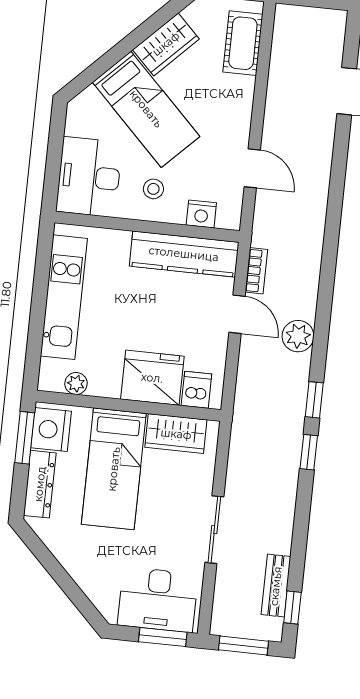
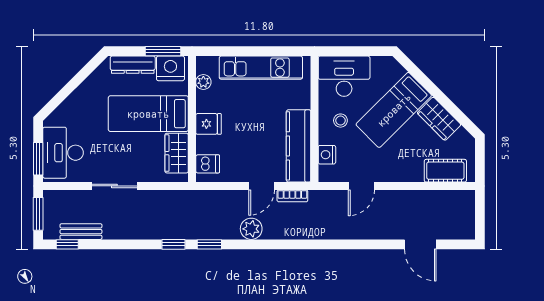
fridge: (152, 378) -> (208, 124), width x0.53, depth x0.75

